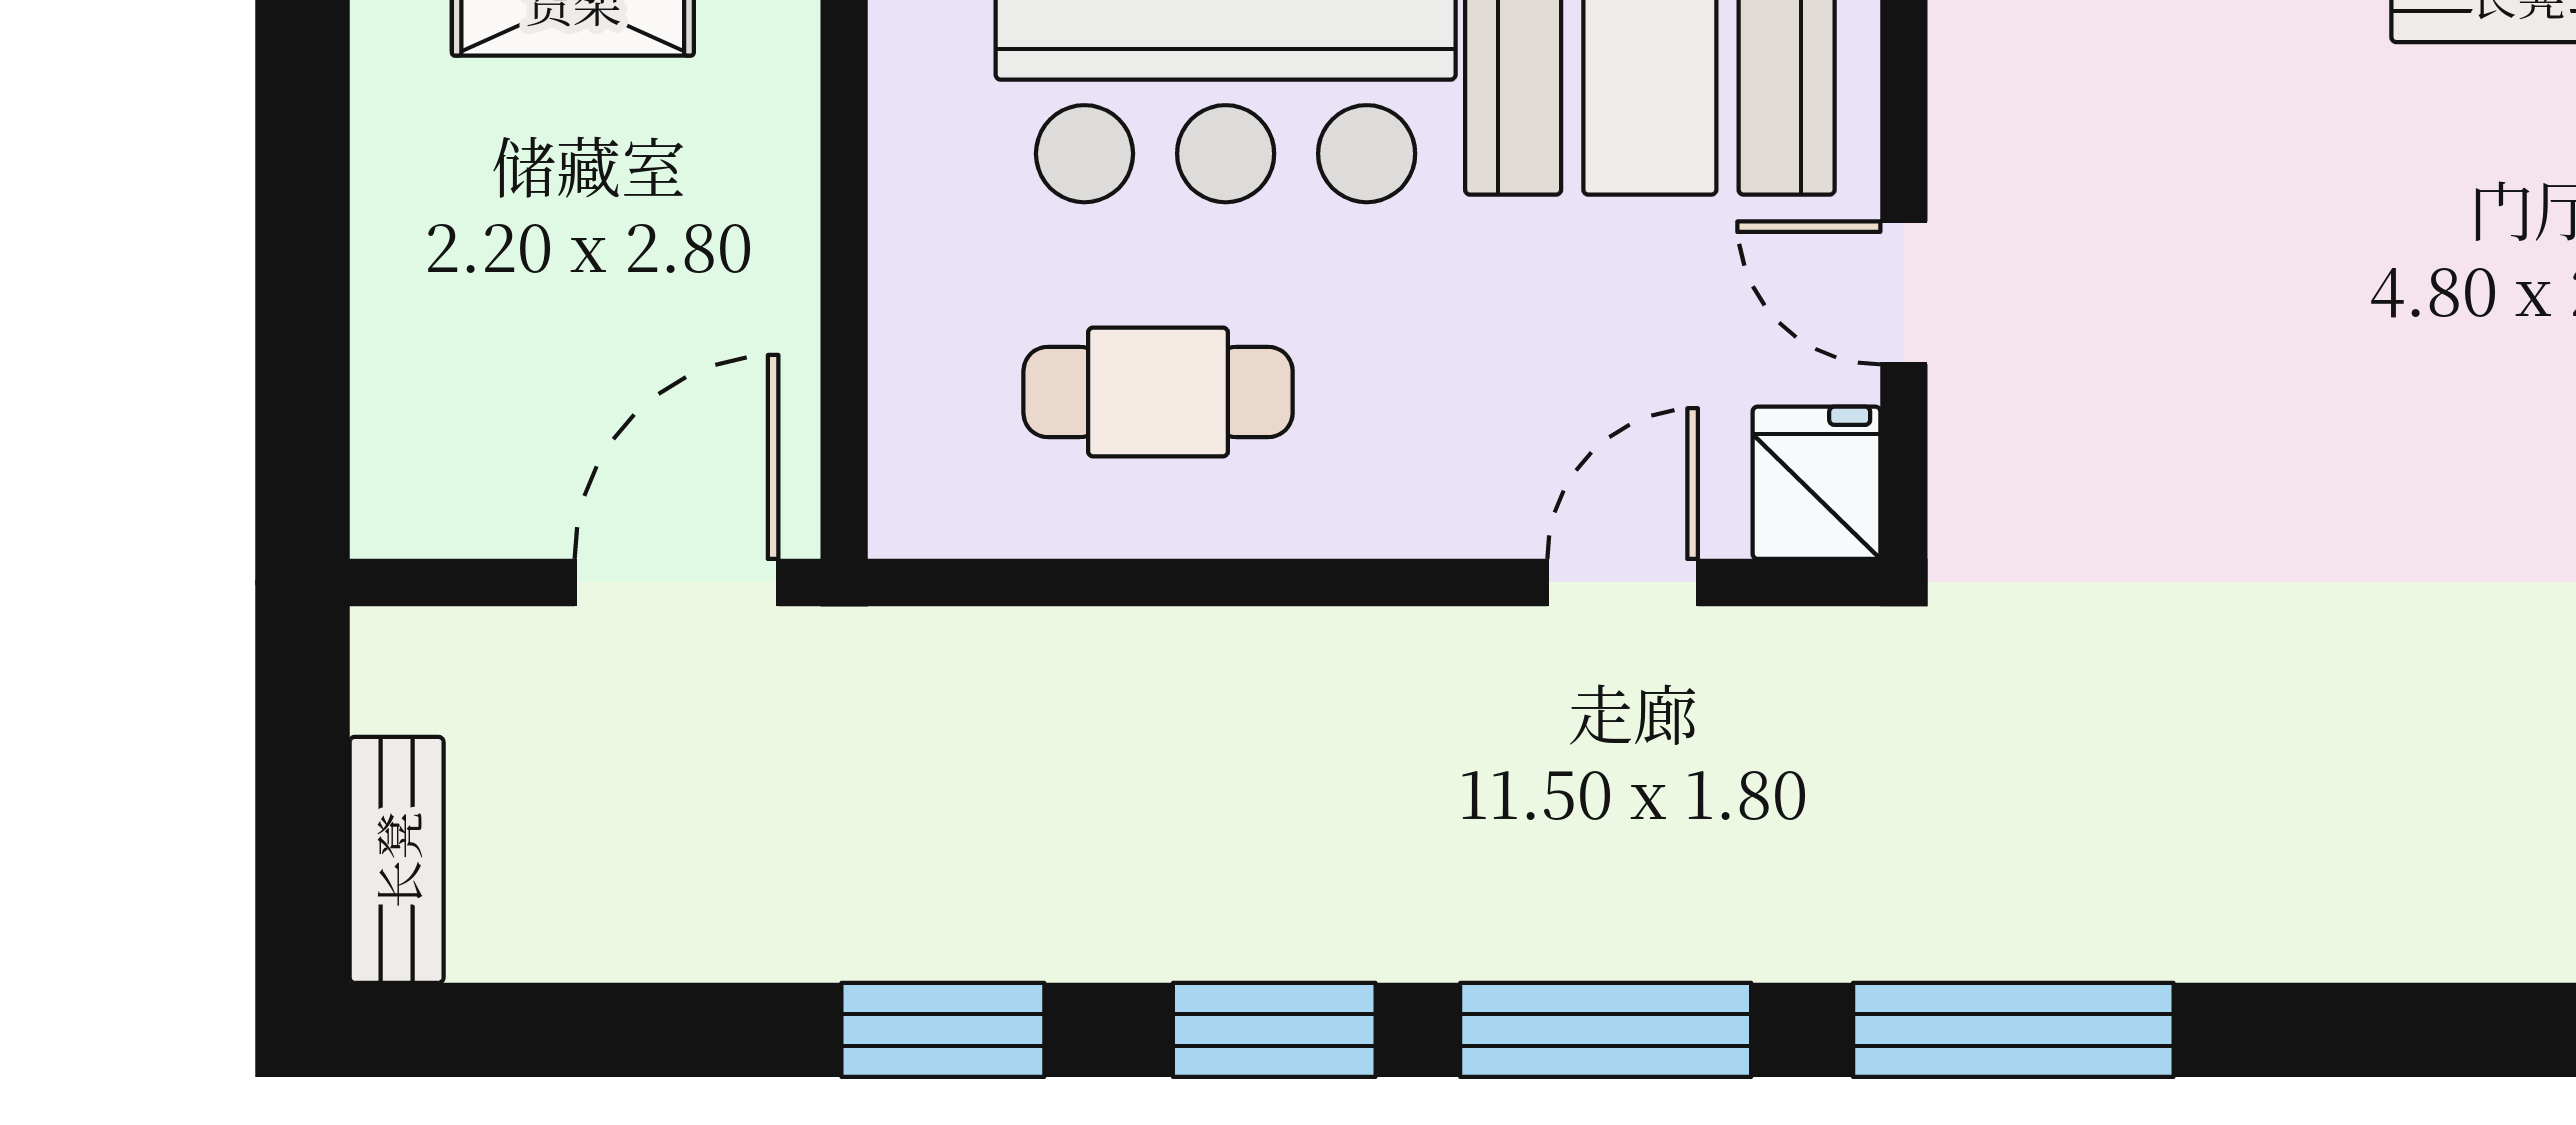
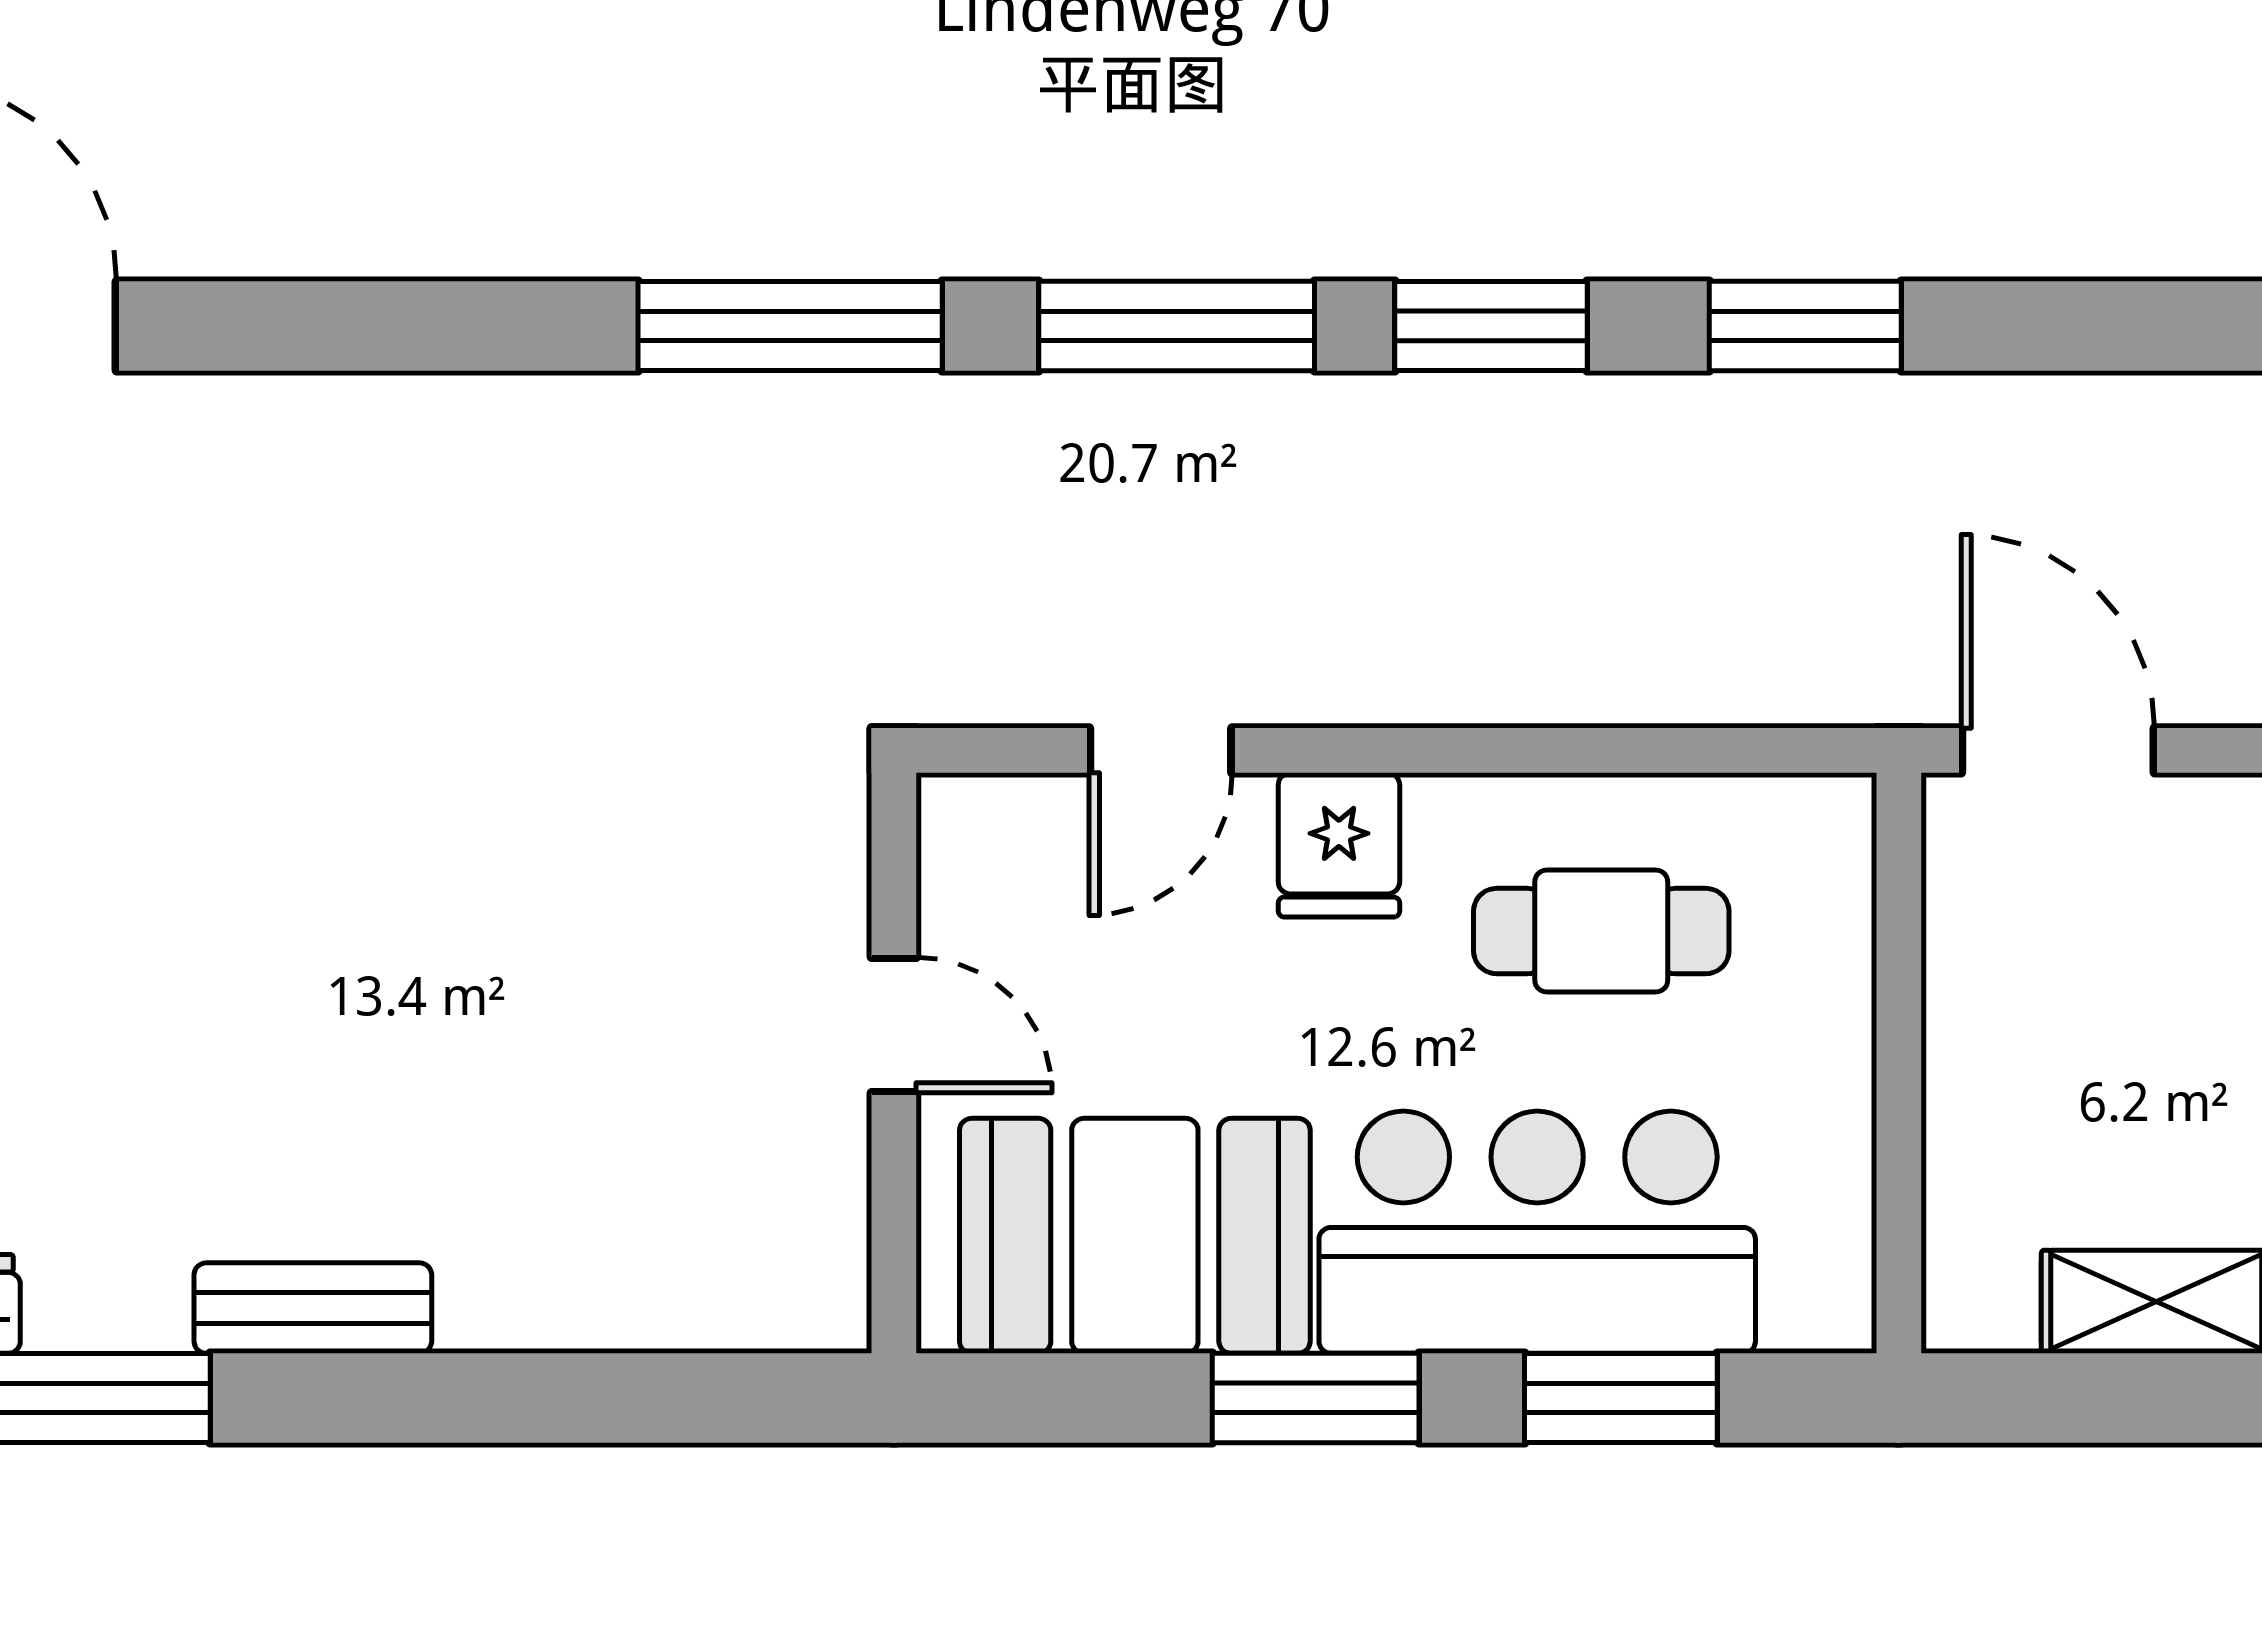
fridge: (1816, 483) -> (1339, 845), moved
door: (676, 582) -> (2058, 750), swing flipped

